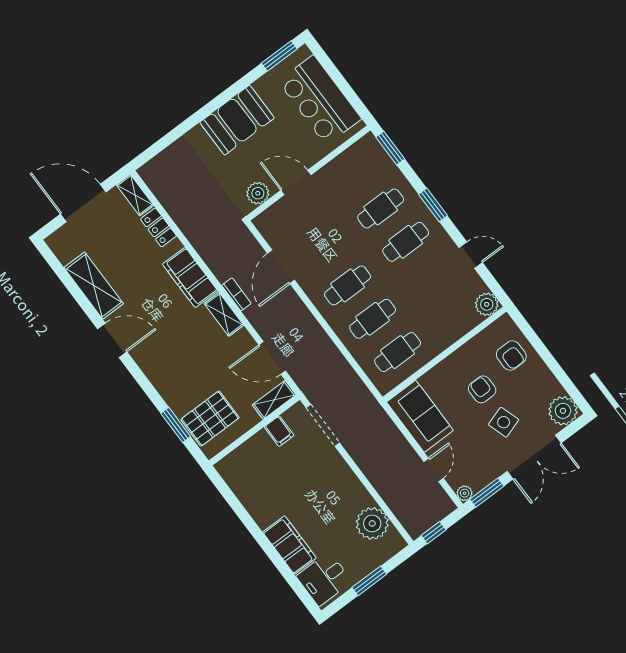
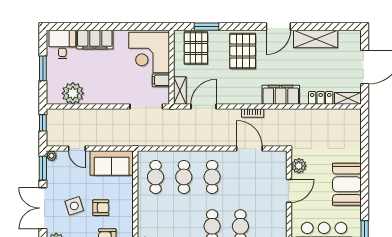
shelving: (224, 314) -> (247, 98), removed
pallet: (172, 361) -> (243, 51), added
corner desk: (257, 470) -> (149, 53), added

